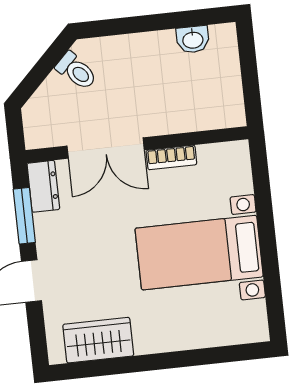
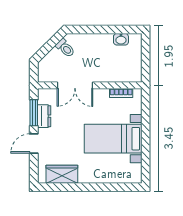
bookcase: (171, 157) -> (121, 93), moved
dresser: (43, 186) -> (44, 116), moved

